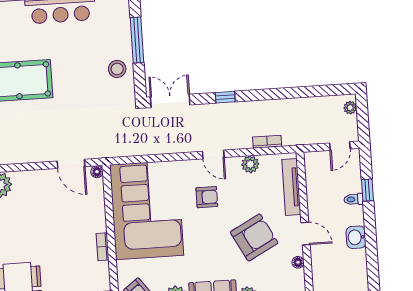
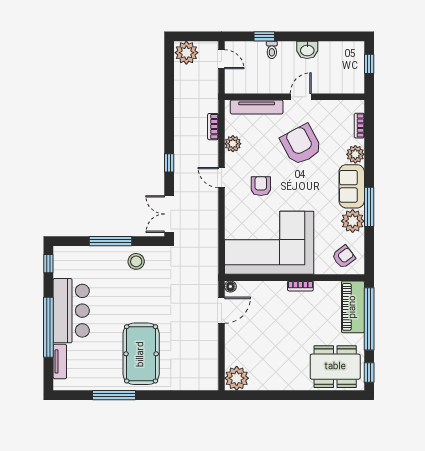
plant: (350, 108) -> (186, 53), width x1.88, depth x1.88
door: (213, 154) -> (221, 177), swing flipped
floor lamp: (298, 262) -> (327, 105), removed

